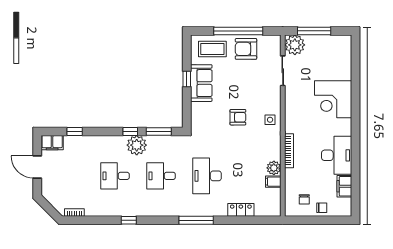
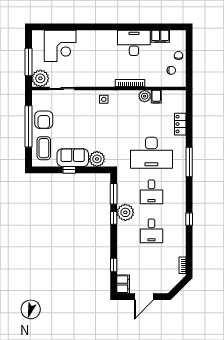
corner desk: (333, 99) -> (60, 46), moved
plant: (200, 112) -> (97, 159), added
armchair: (238, 117) -> (102, 127), removed
desk: (207, 176) -> (151, 153), width x1.36, depth x1.30

